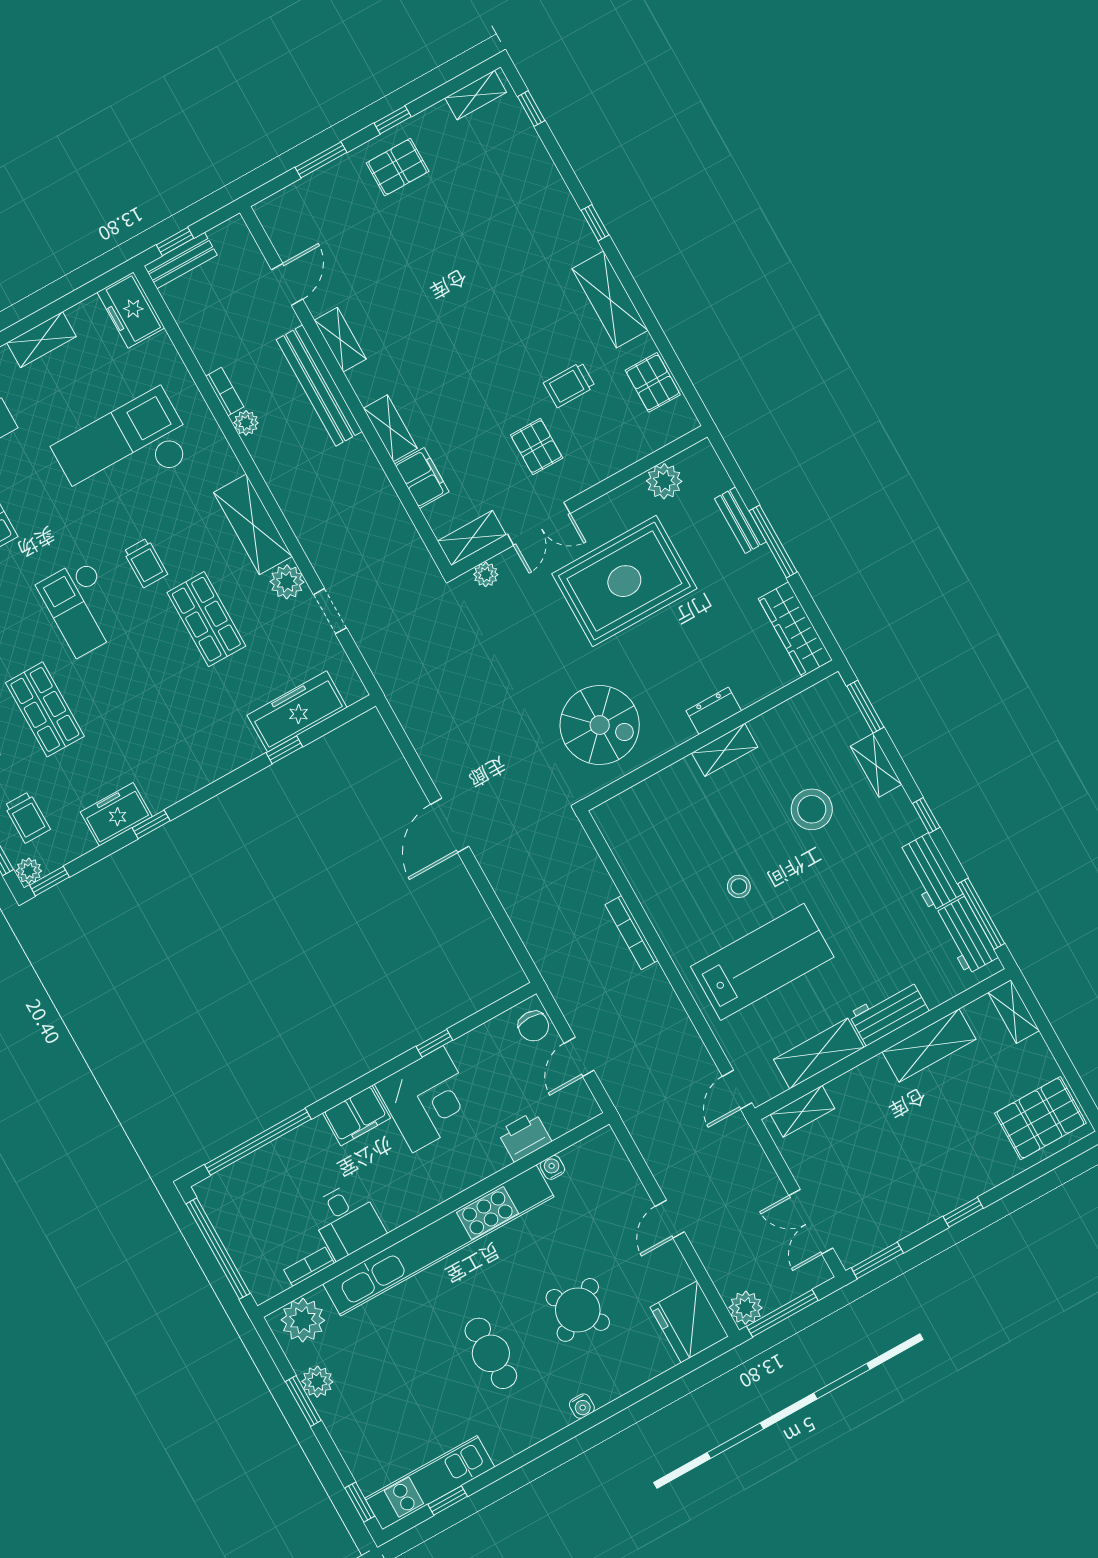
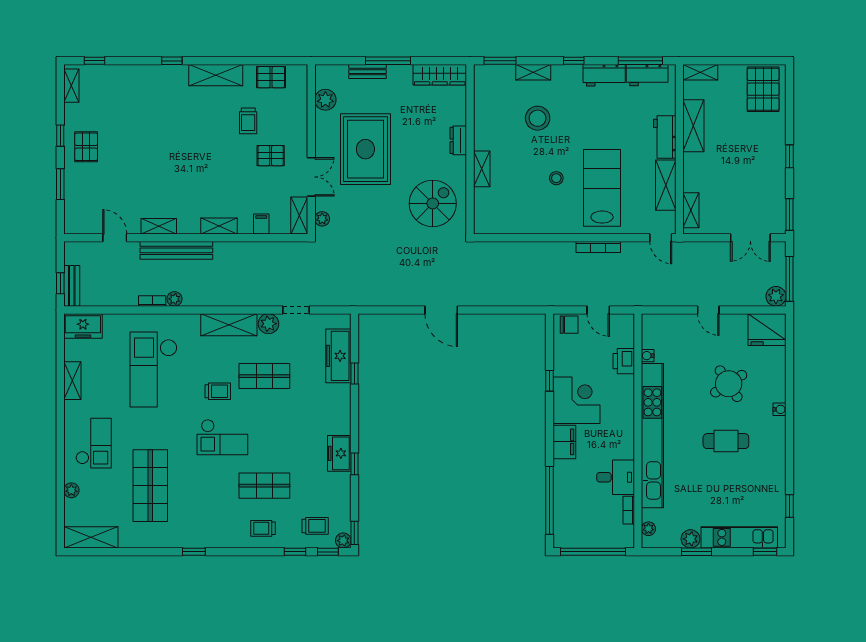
filing cabinet: (422, 478) -> (261, 224), width x0.50
shelving: (725, 750) -> (482, 169), moved
freezer: (116, 814) -> (339, 453), moved
bookcase: (631, 933) -> (598, 247), moved
plant: (303, 1320) -> (648, 529), width x0.53, depth x0.53
kitchen unit: (430, 1483) -> (739, 537), moved, turned 90

